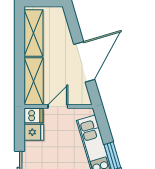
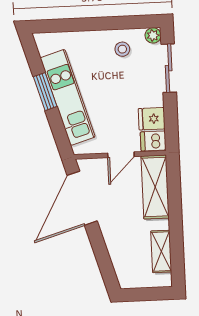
shelving: (34, 33) -> (161, 251), width x0.67, depth x0.75
door: (84, 62) -> (82, 198), moved

